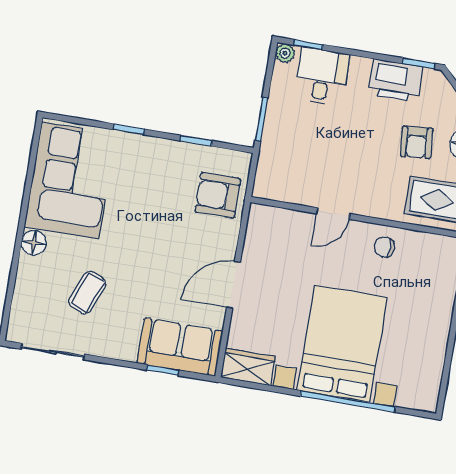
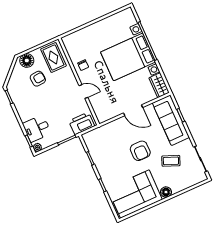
printer: (395, 81) -> (82, 123), moved, turned -90
armchair: (218, 195) -> (140, 151), moved
sofa: (180, 347) -> (171, 120), width x1.36

